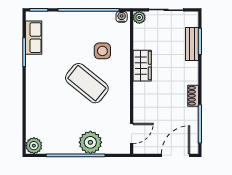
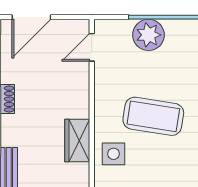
side table: (102, 51) -> (114, 154), moved
coffee table: (87, 83) -> (153, 116), turned -30

